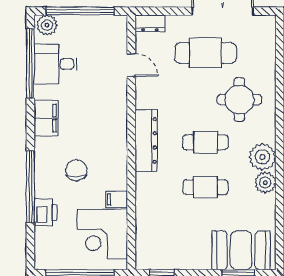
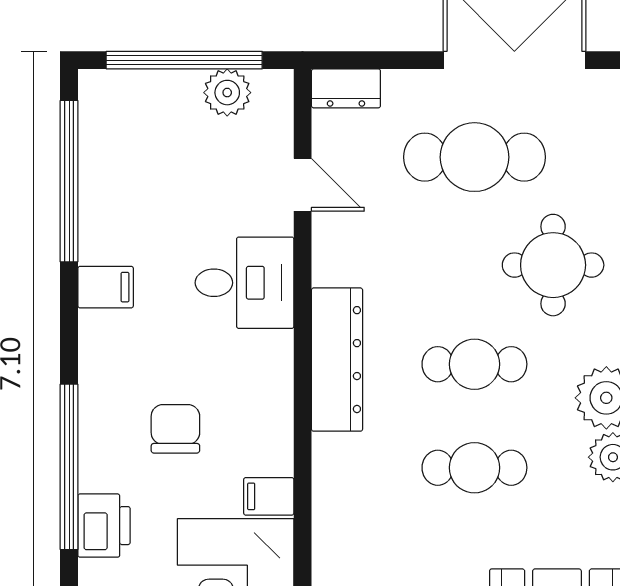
plant: (47, 25) -> (227, 93), moved
desk: (55, 64) -> (244, 283), moved, turned 180
filing cabinet: (46, 118) -> (106, 287), width x0.50

